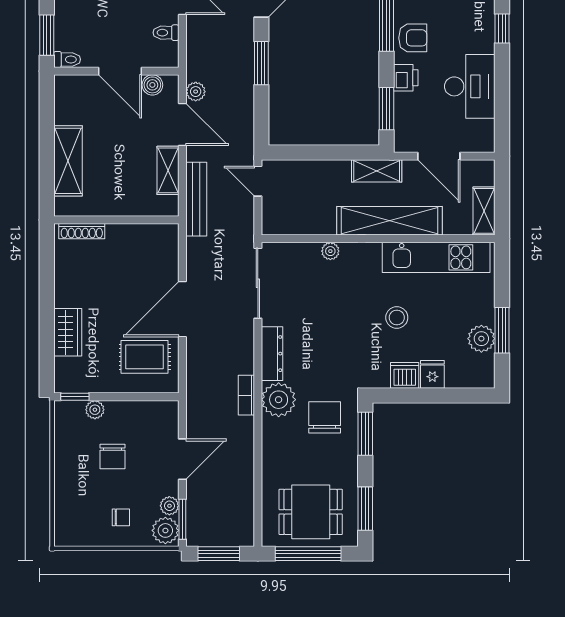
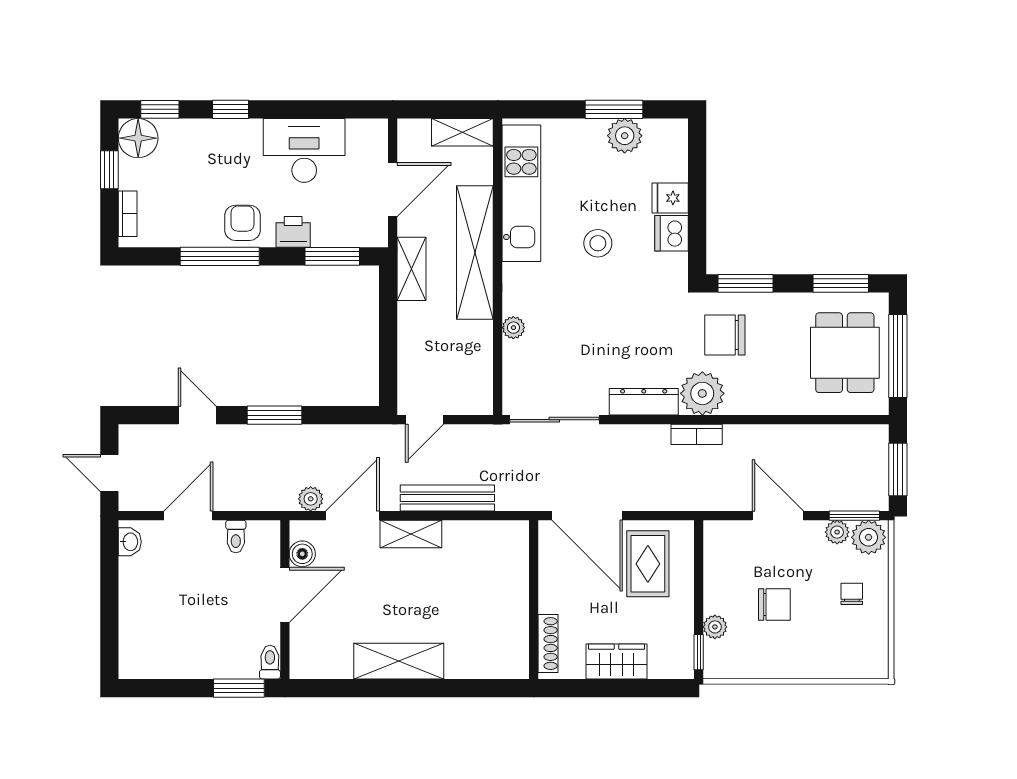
wall: (116, 220) -> (534, 600), moved
shoe rack: (82, 231) -> (548, 644), moved

